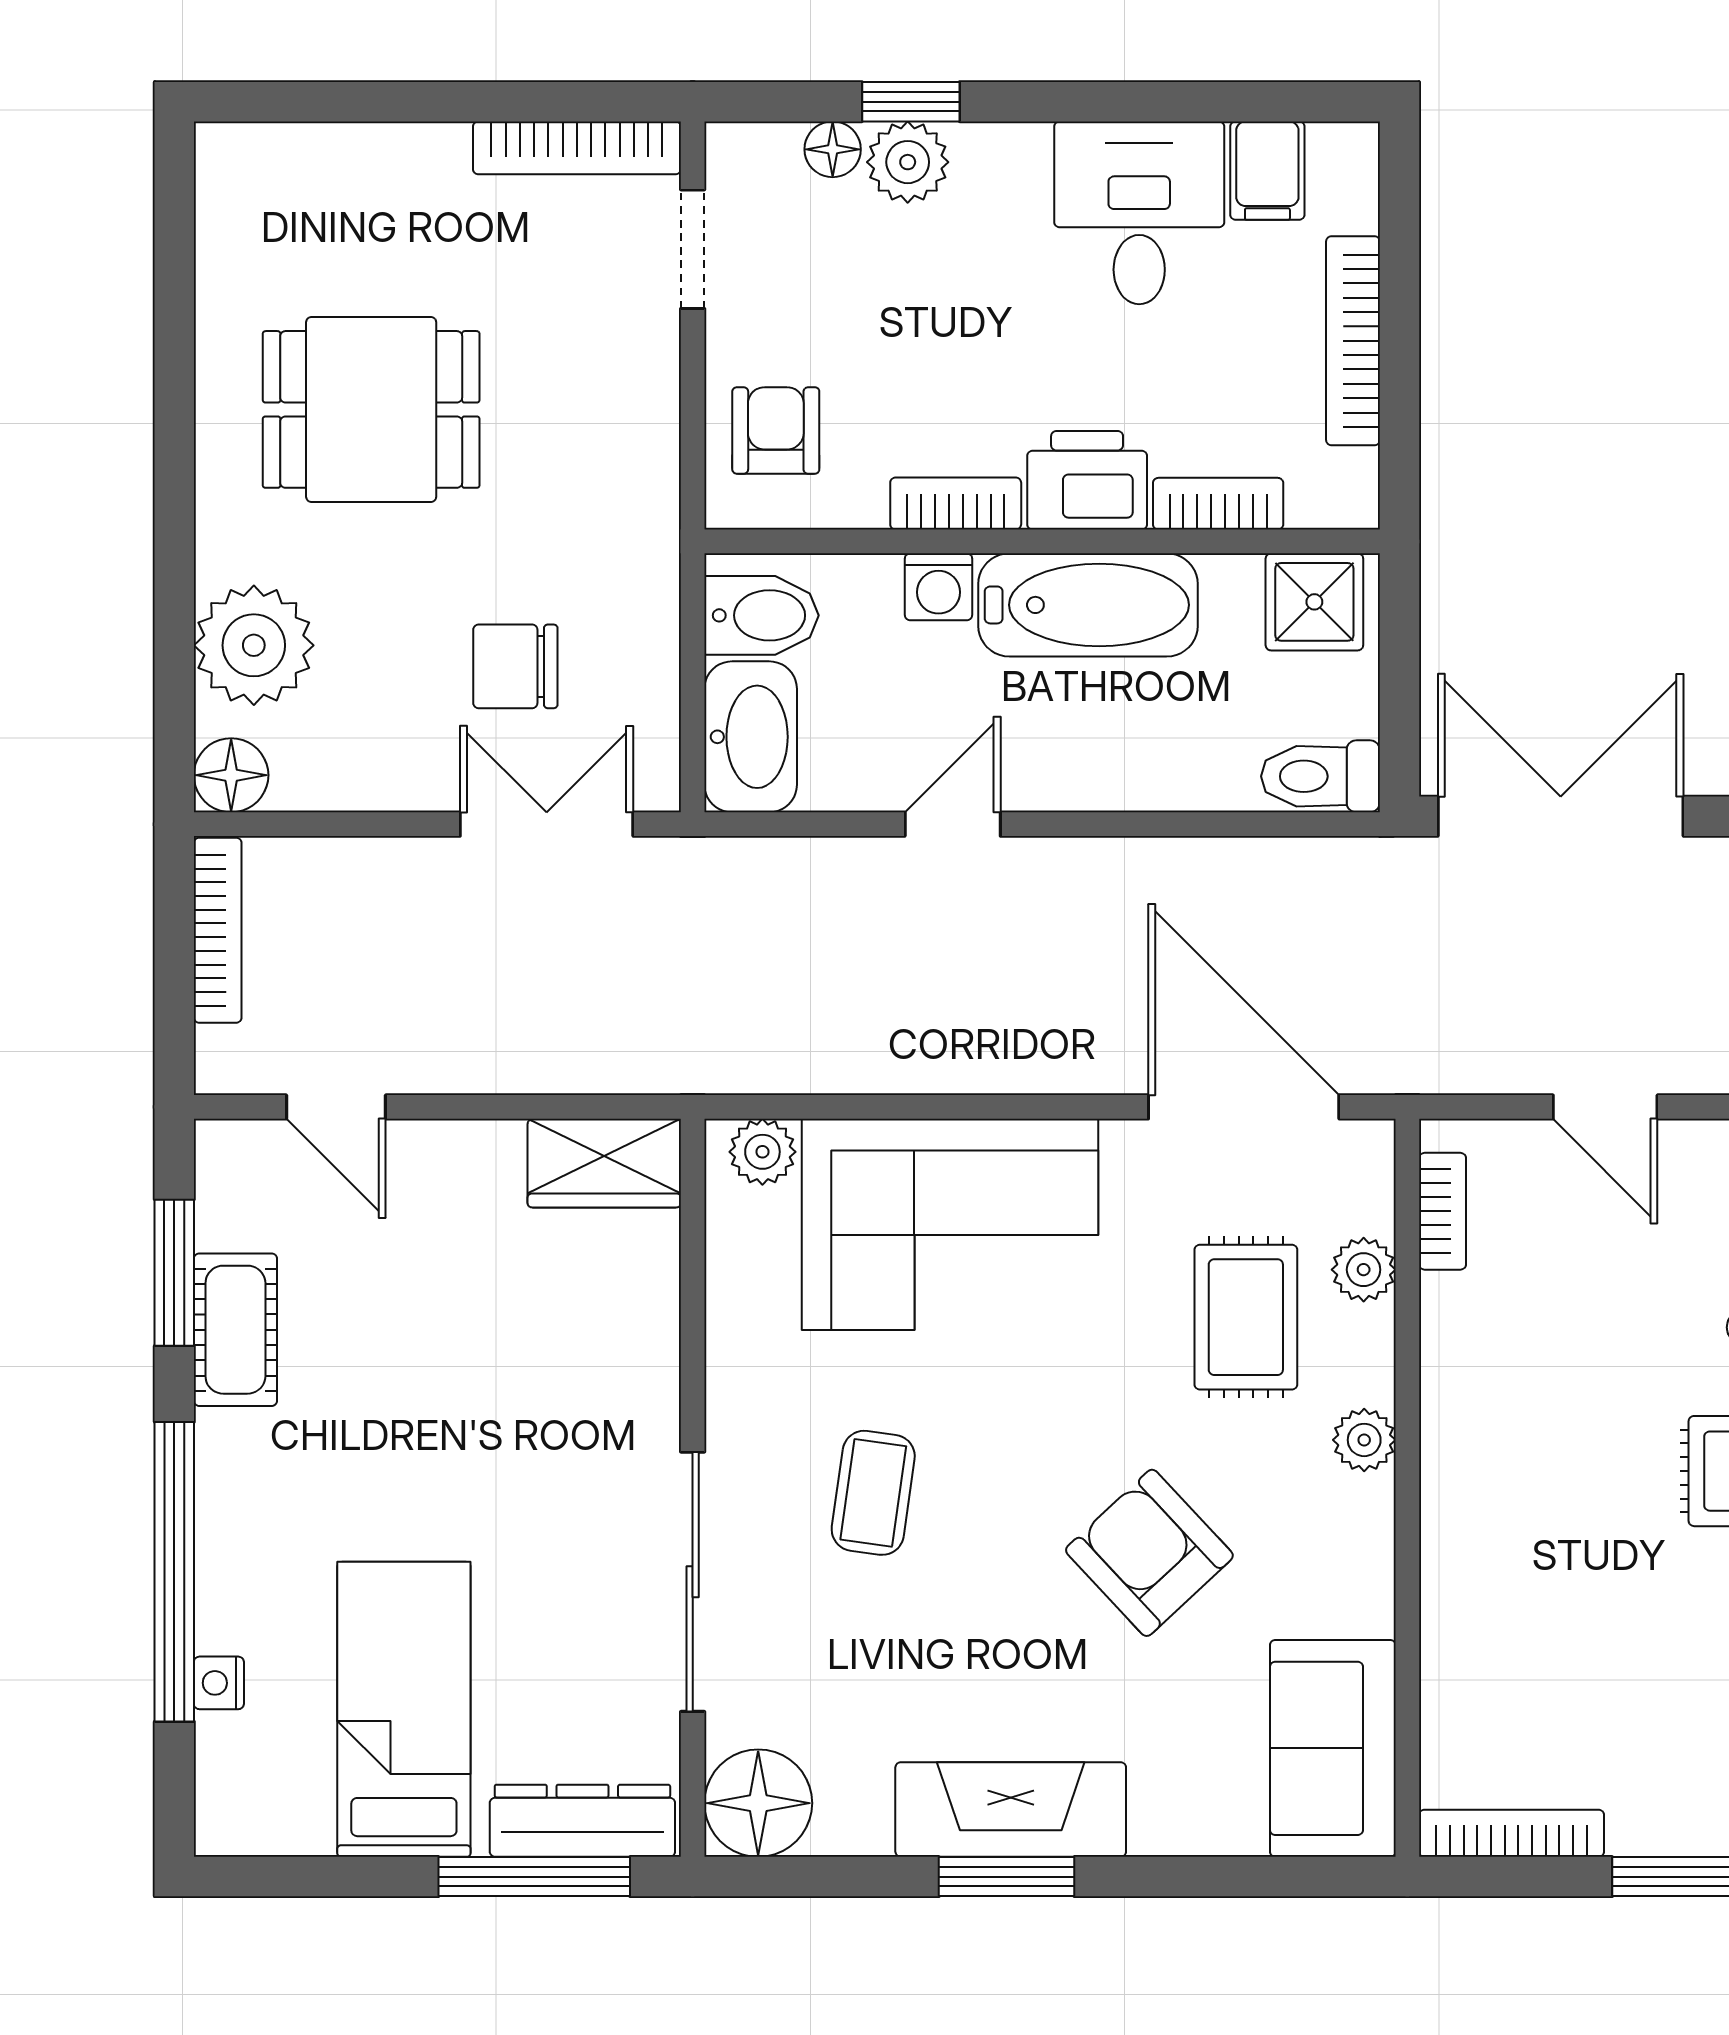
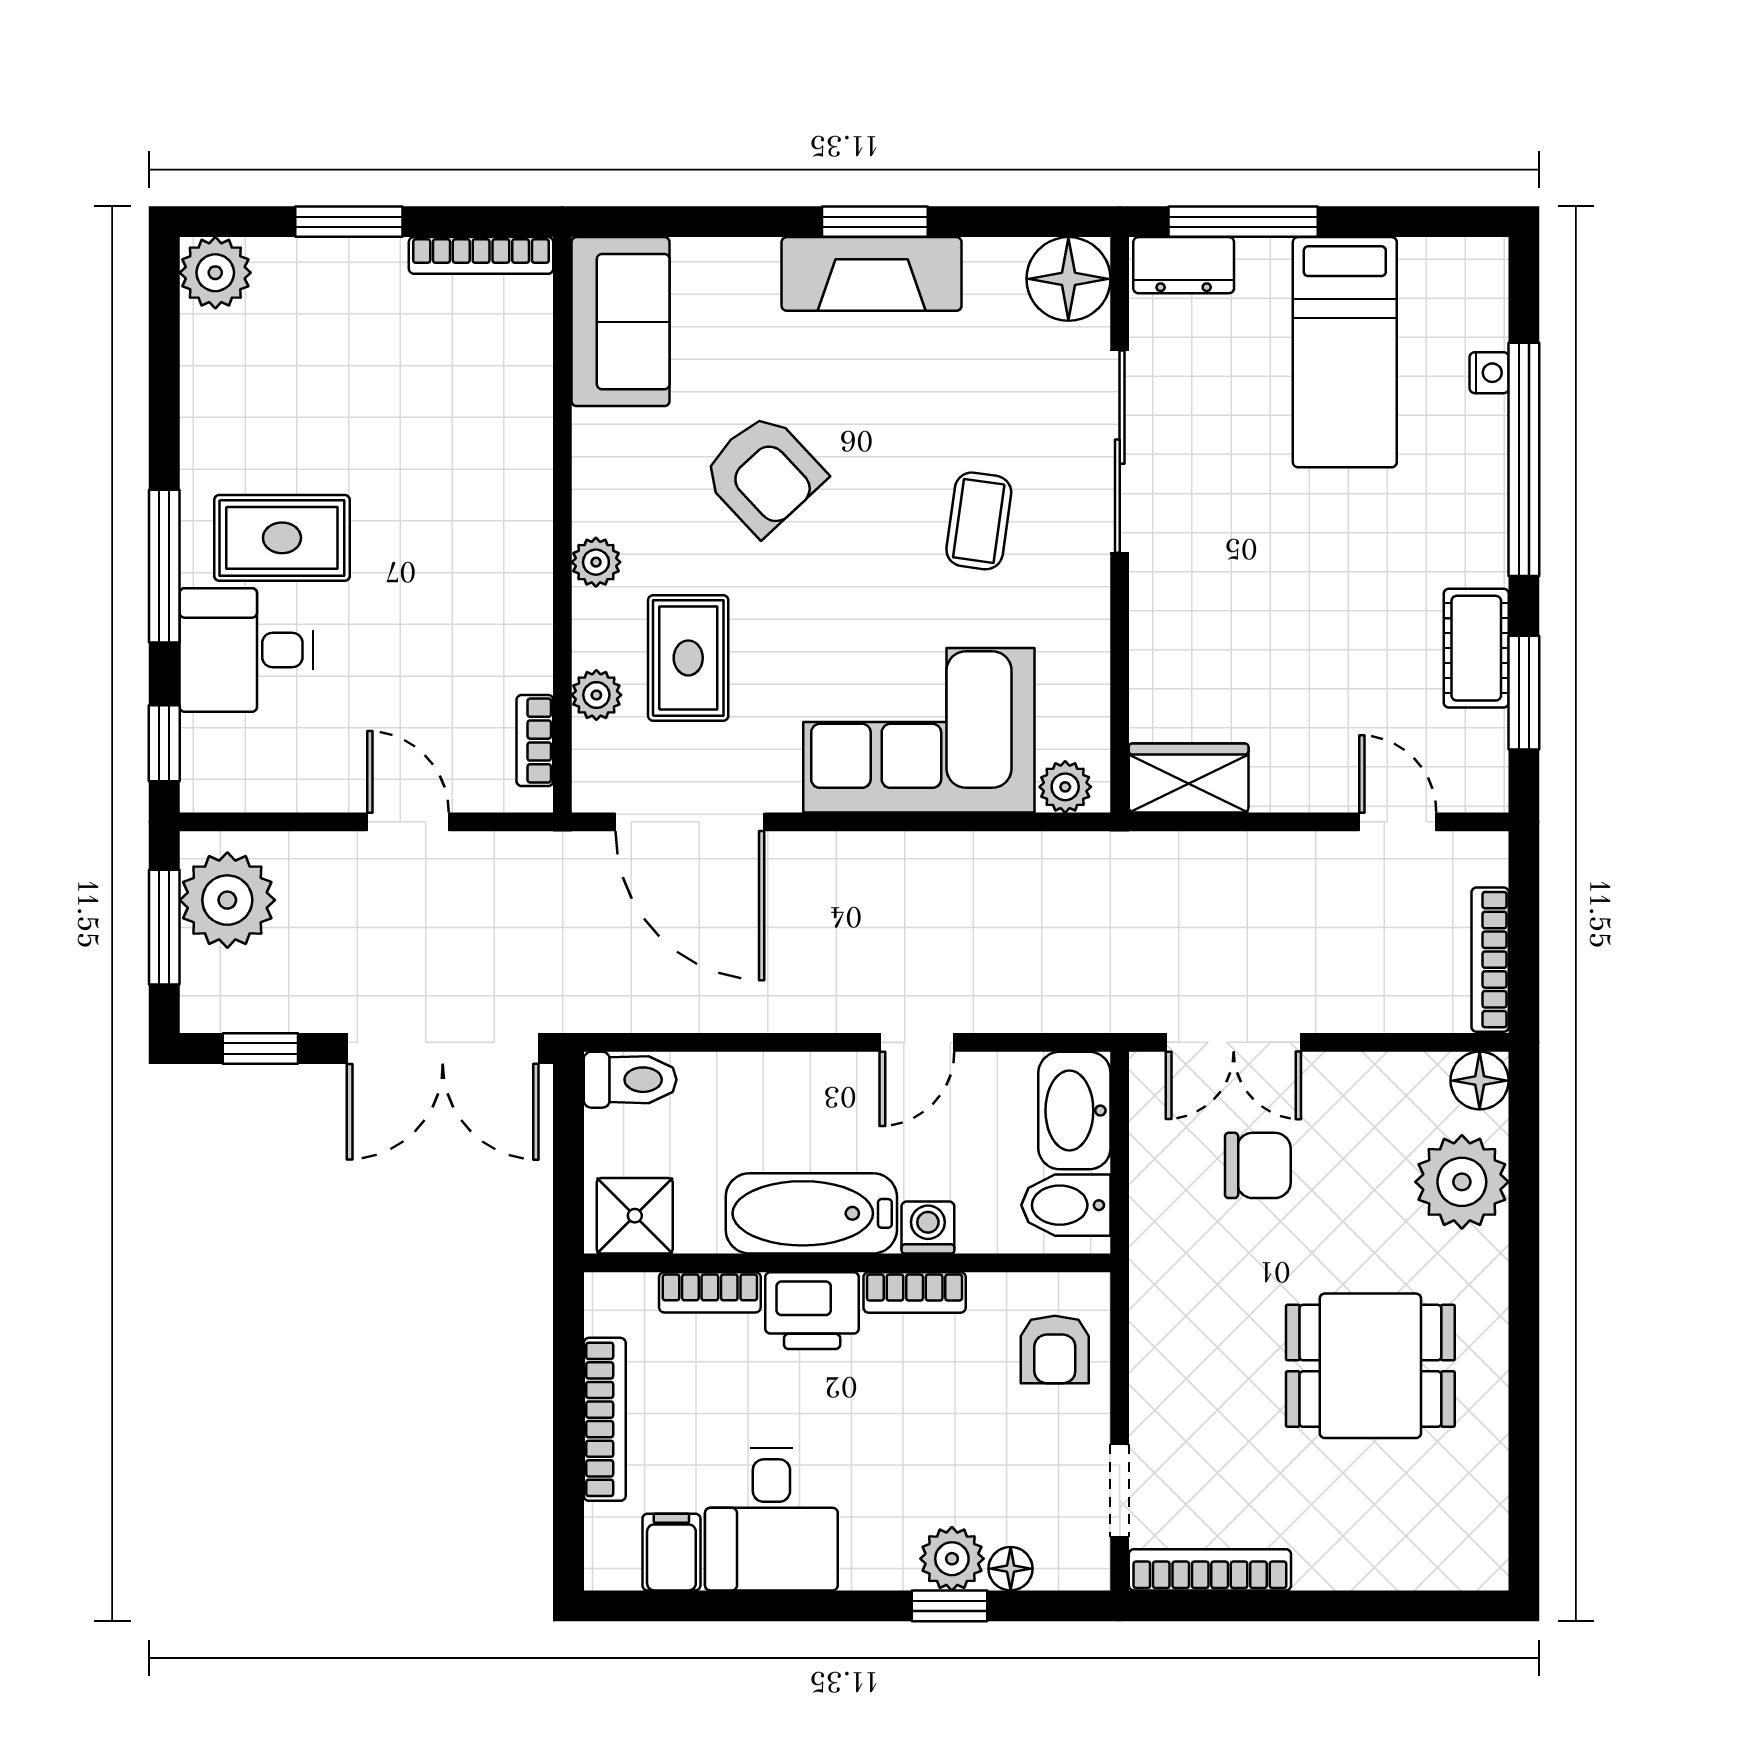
dresser: (582, 1821) -> (1184, 265), width x0.70

